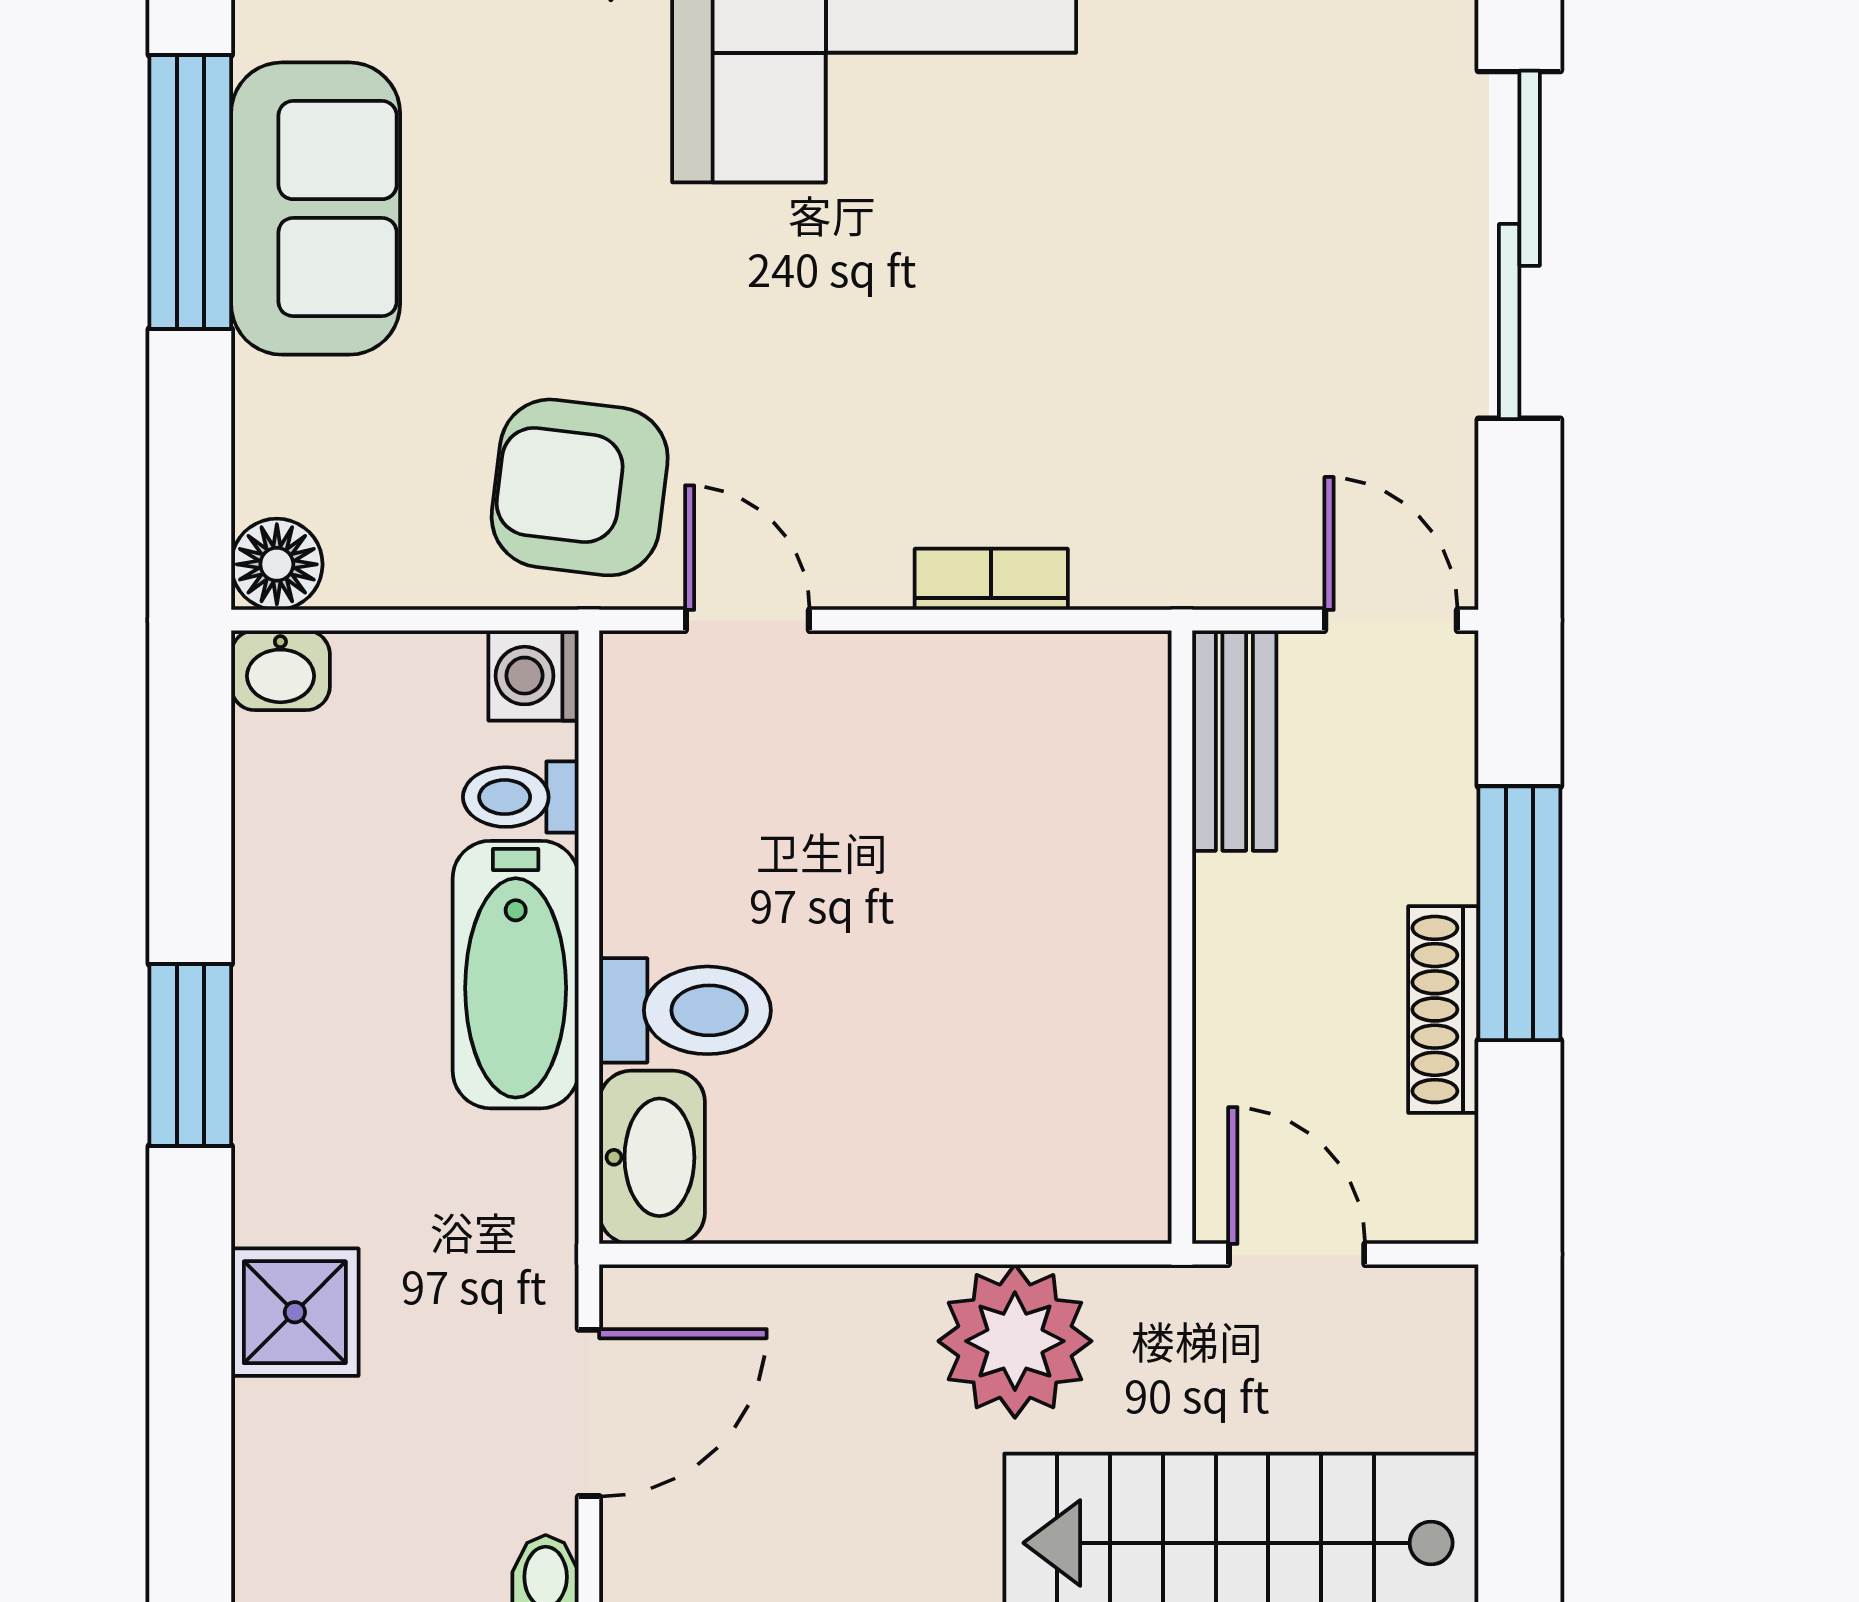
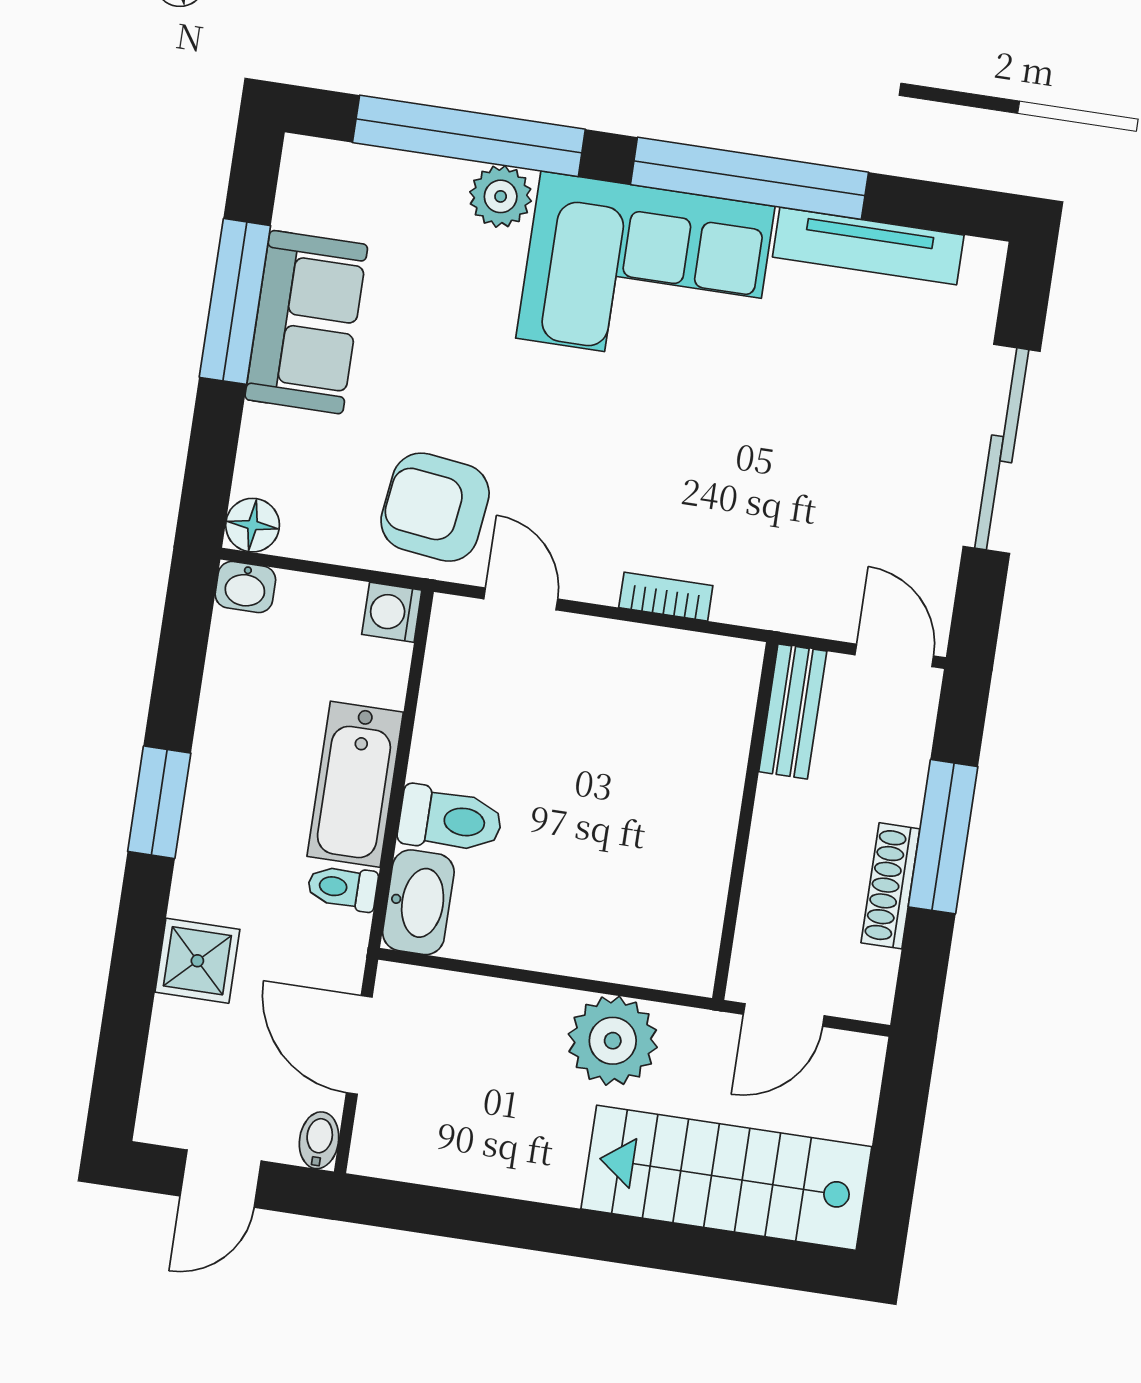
toilet: (521, 797) -> (343, 888), moved
door: (1297, 1254) -> (784, 1015), swing flipped
door: (589, 1413) -> (359, 1045), swing flipped

